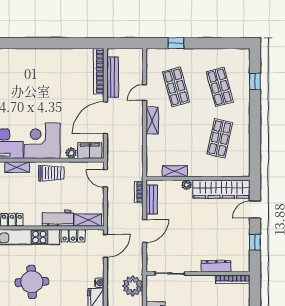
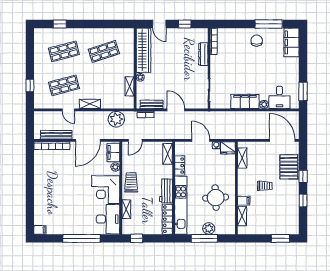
door: (105, 118) -> (88, 140), hinge flipped
shop shelf: (220, 138) -> (104, 51), turned -30
workbench: (58, 218) -> (166, 191), moved
door: (105, 246) -> (201, 140), moved
plant: (133, 286) -> (116, 119), moved

